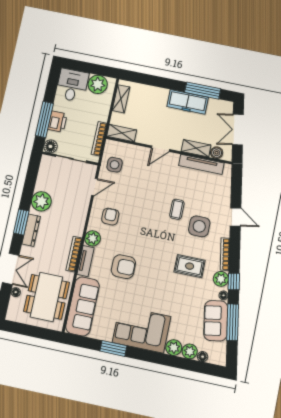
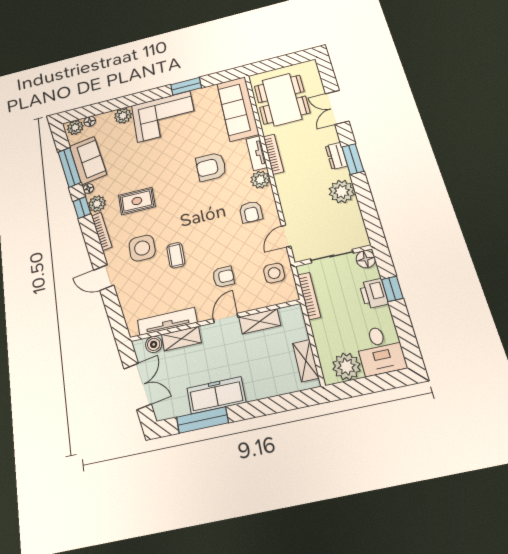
window: (44, 119) -> (392, 289), width x0.46
shelving: (122, 133) -> (260, 321), moved
armchair: (150, 178) -> (223, 277), added
dresser: (31, 230) -> (336, 156), width x0.70
floor lamp: (16, 292) -> (319, 88), removed
plant: (190, 351) -> (75, 127), moved

